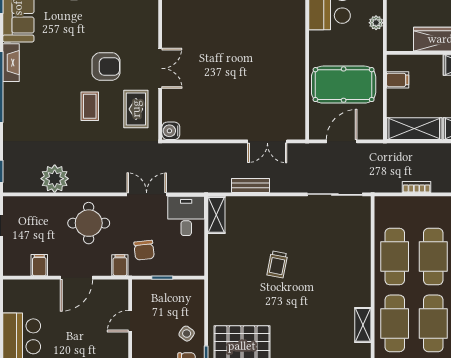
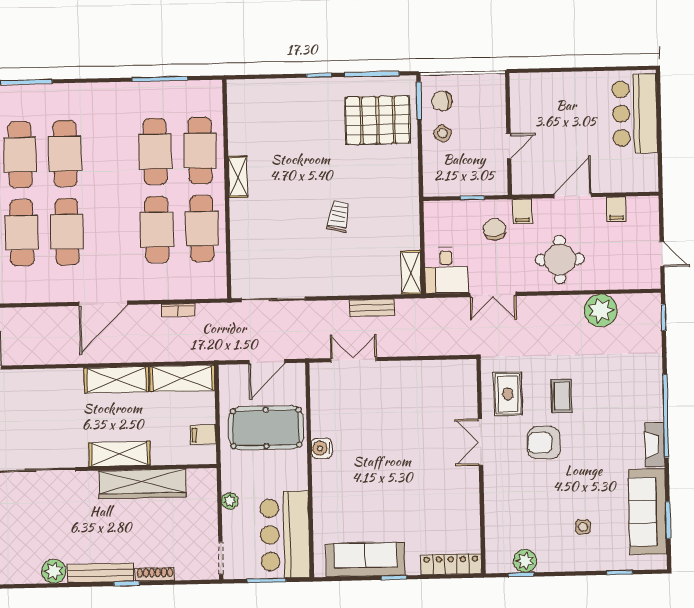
water cooler: (171, 131) -> (321, 448), moved, turned 180
shelving: (363, 325) -> (238, 177), moved

